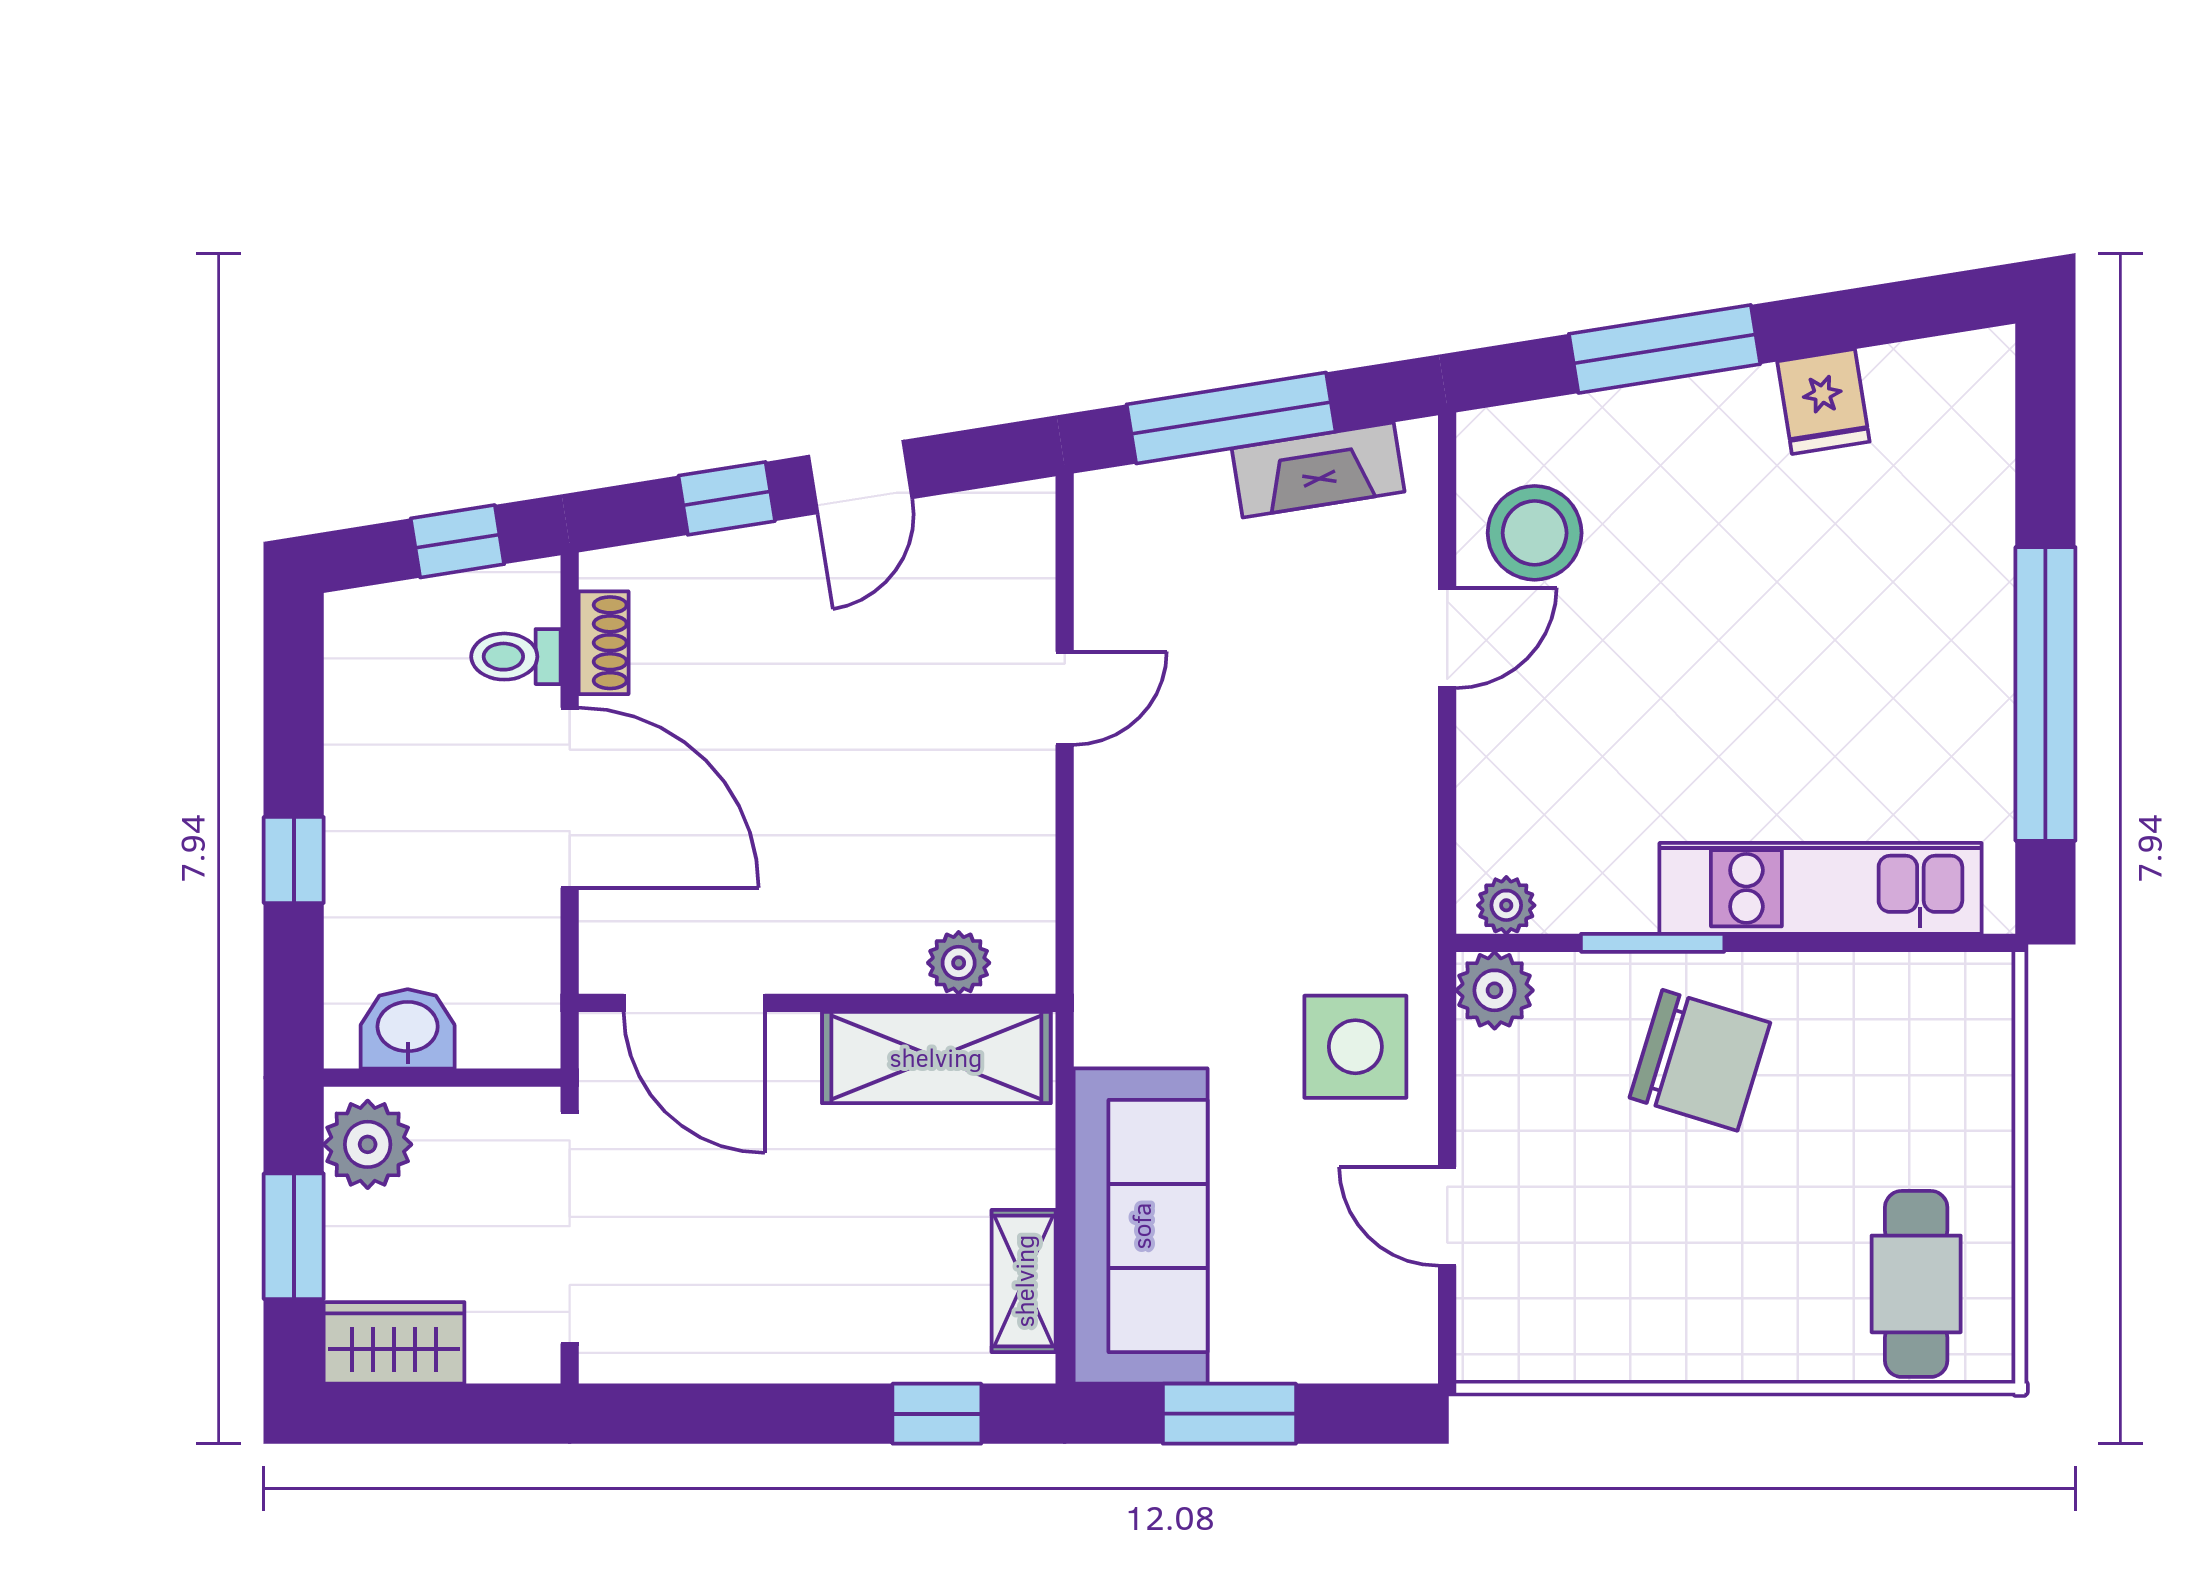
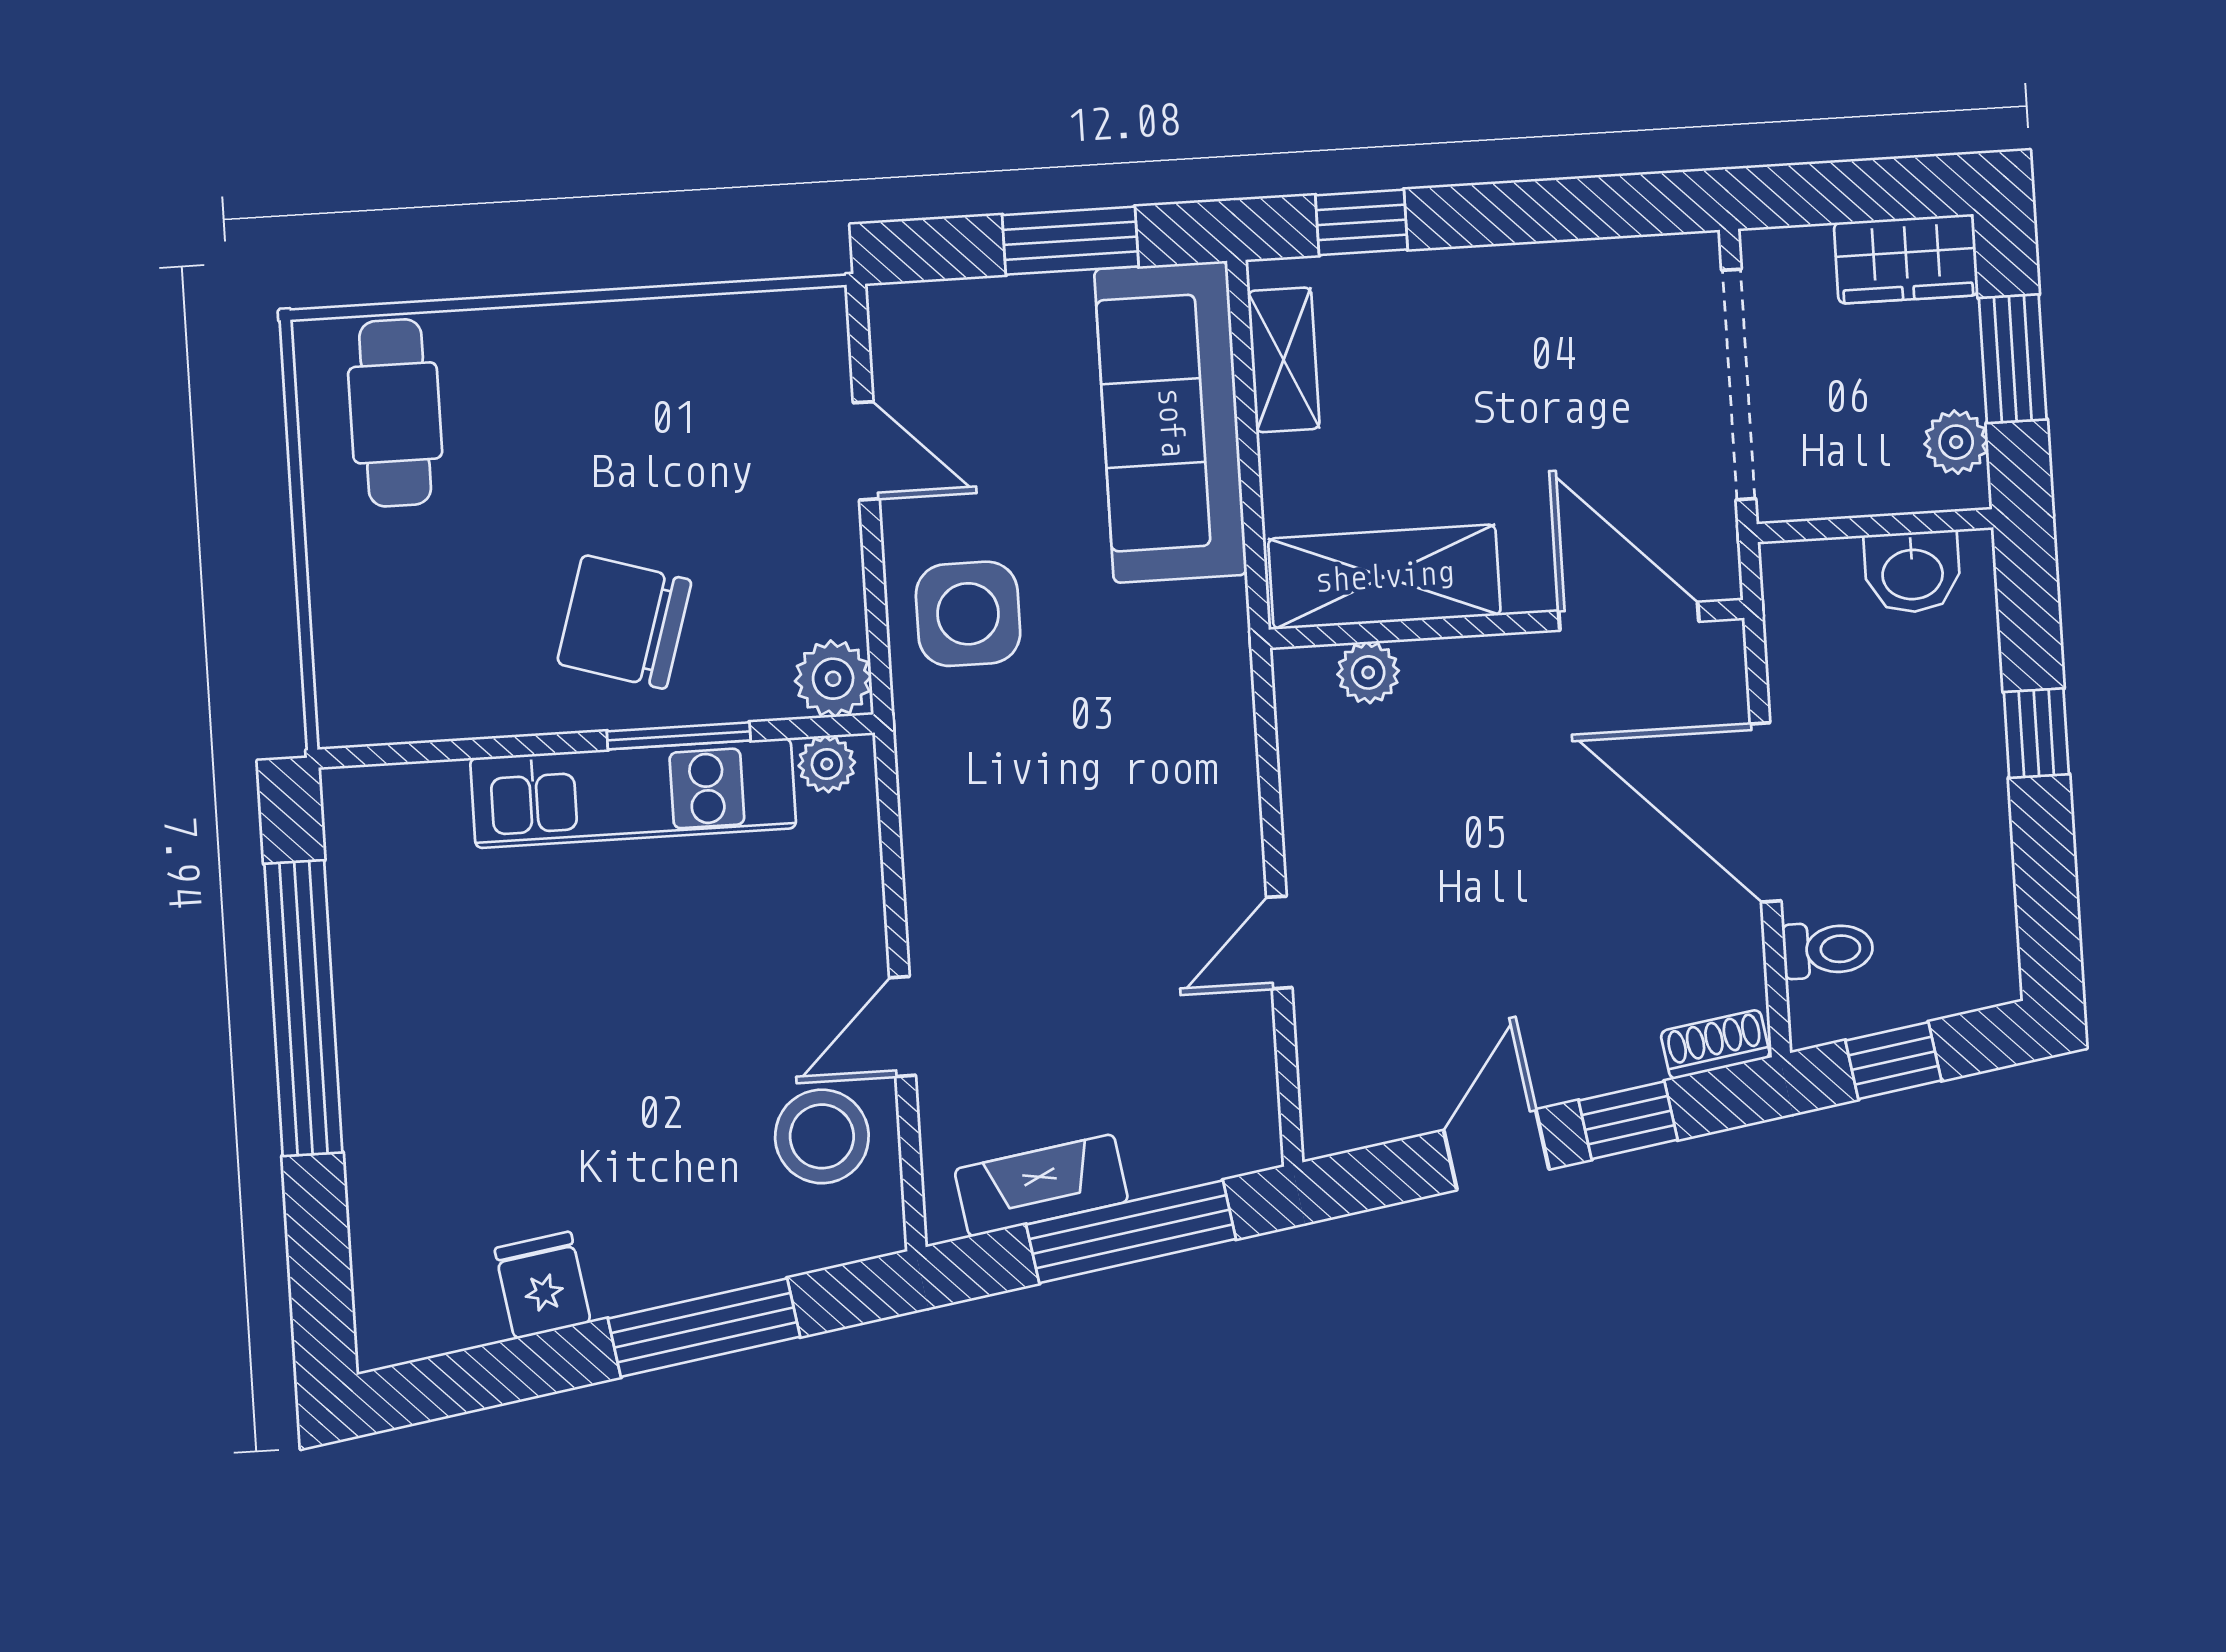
shoe rack: (604, 643) -> (1715, 1044), moved, turned 81
kitchen unit: (1821, 888) -> (633, 793), moved
plant: (368, 1144) -> (1956, 442), width x0.73, depth x0.73

